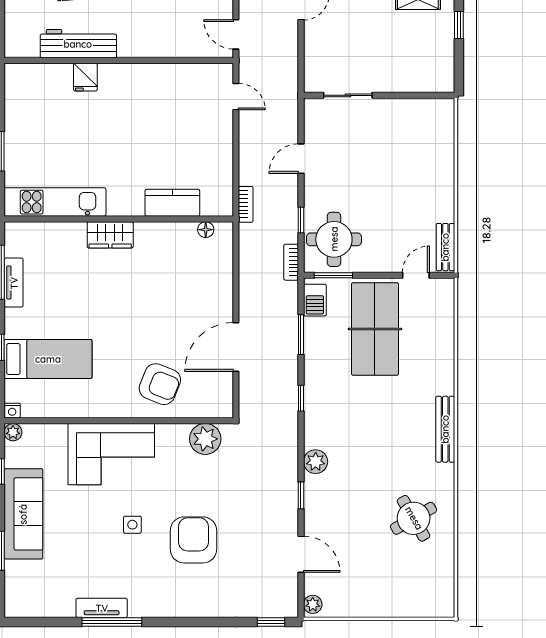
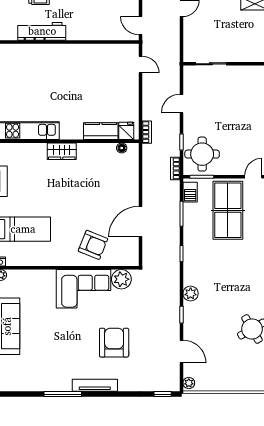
fridge: (85, 77) -> (126, 131), moved, turned 180
corner sofa: (111, 454) -> (83, 289), moved
side table: (132, 525) -> (76, 333), removed
tv unit: (102, 608) -> (95, 385), moved, width x1.41

